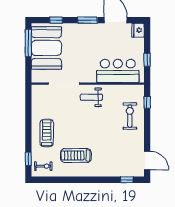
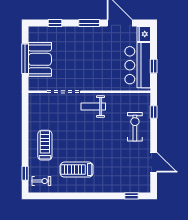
window: (28, 43) -> (25, 59), moved
booth: (46, 48) -> (40, 59), width x0.73, depth x0.70
bar counter: (118, 71) -> (138, 65), moved, turned -90
door: (147, 161) -> (154, 162), moved

